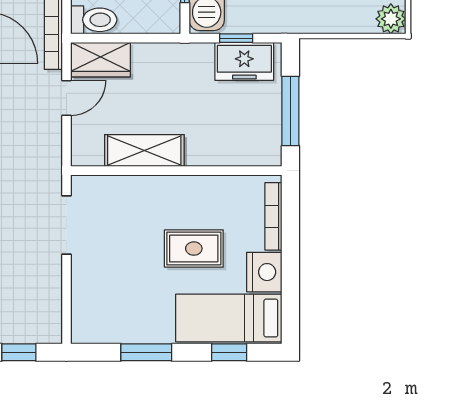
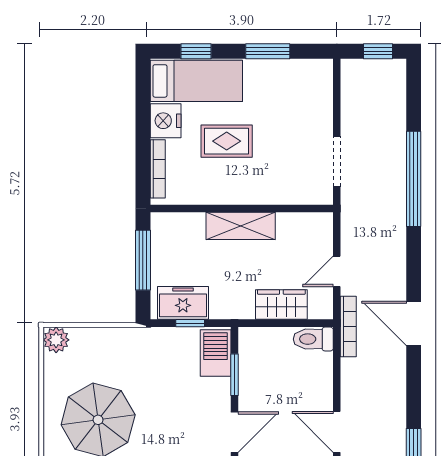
wardrobe: (100, 60) -> (281, 305), moved
shelving: (144, 150) -> (241, 226), moved

